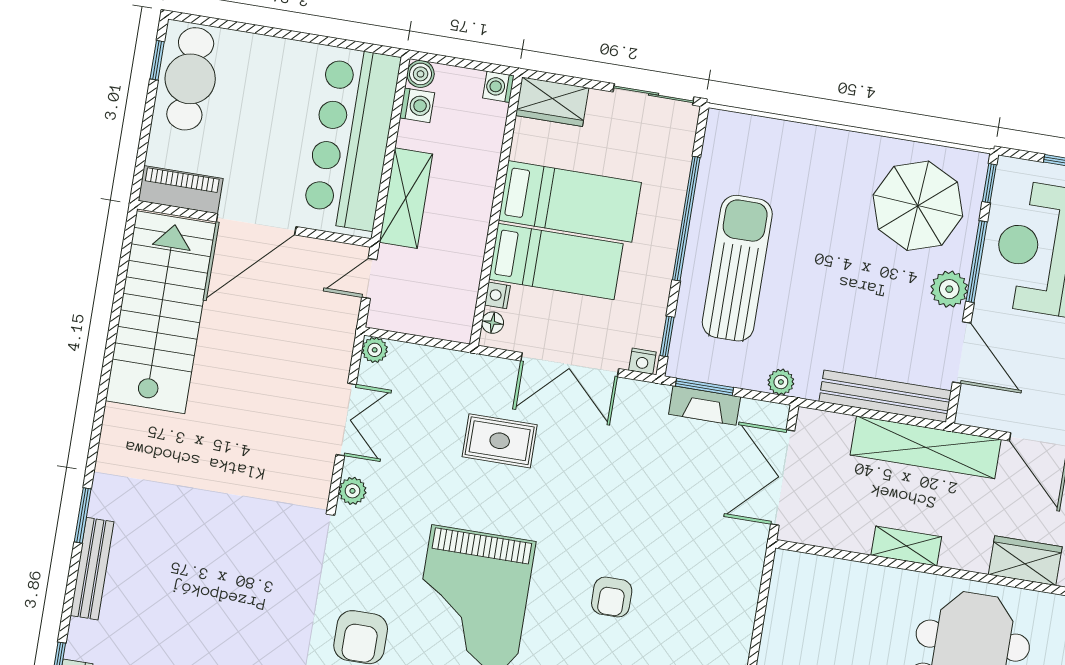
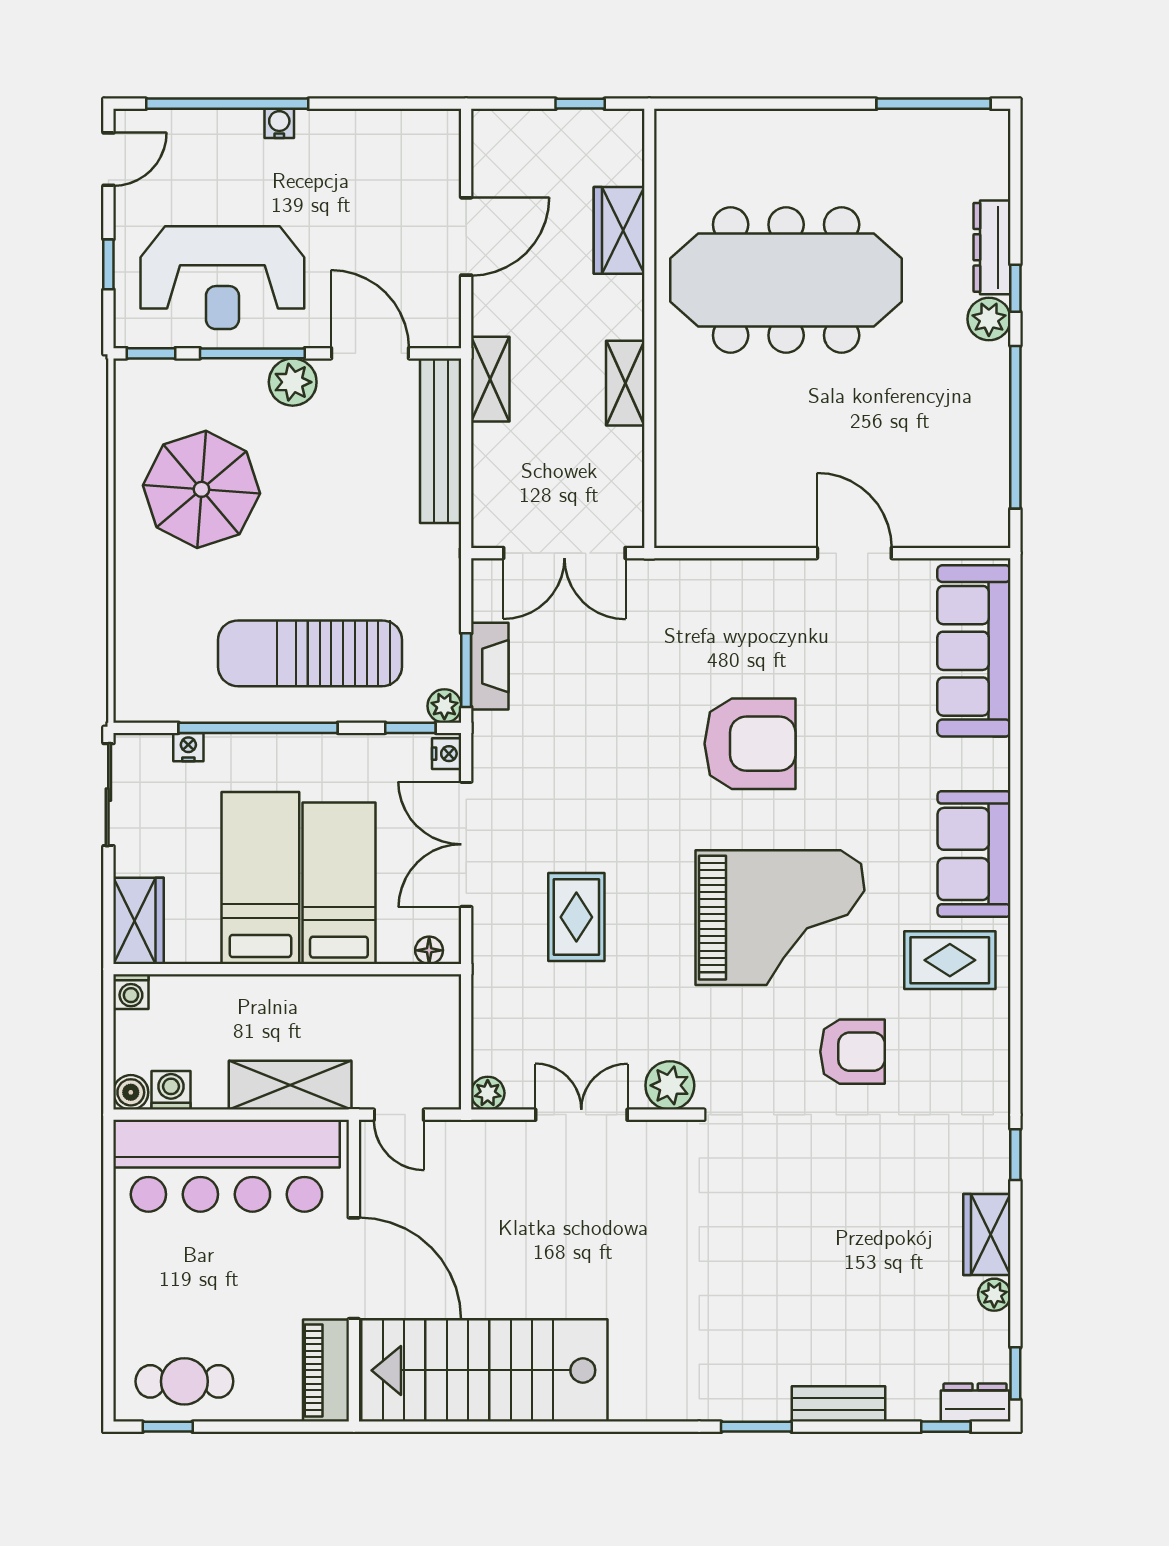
cafe table: (190, 79) -> (184, 1381), width x0.73, depth x0.74
parasol: (918, 206) -> (201, 489), moved
nightstand: (497, 295) -> (188, 747), moved, turned 180
door: (962, 352) -> (370, 353), hinge flipped
double door: (570, 365) -> (466, 844), swing flipped
plant: (781, 382) -> (444, 706), moved
shelving: (926, 447) -> (490, 379), width x0.45, depth x0.75
plant: (352, 491) -> (670, 1085), width x1.38, depth x1.38
bench: (92, 569) -> (838, 1404), width x0.73
armchair: (612, 597) -> (750, 744), width x1.88, depth x1.88

